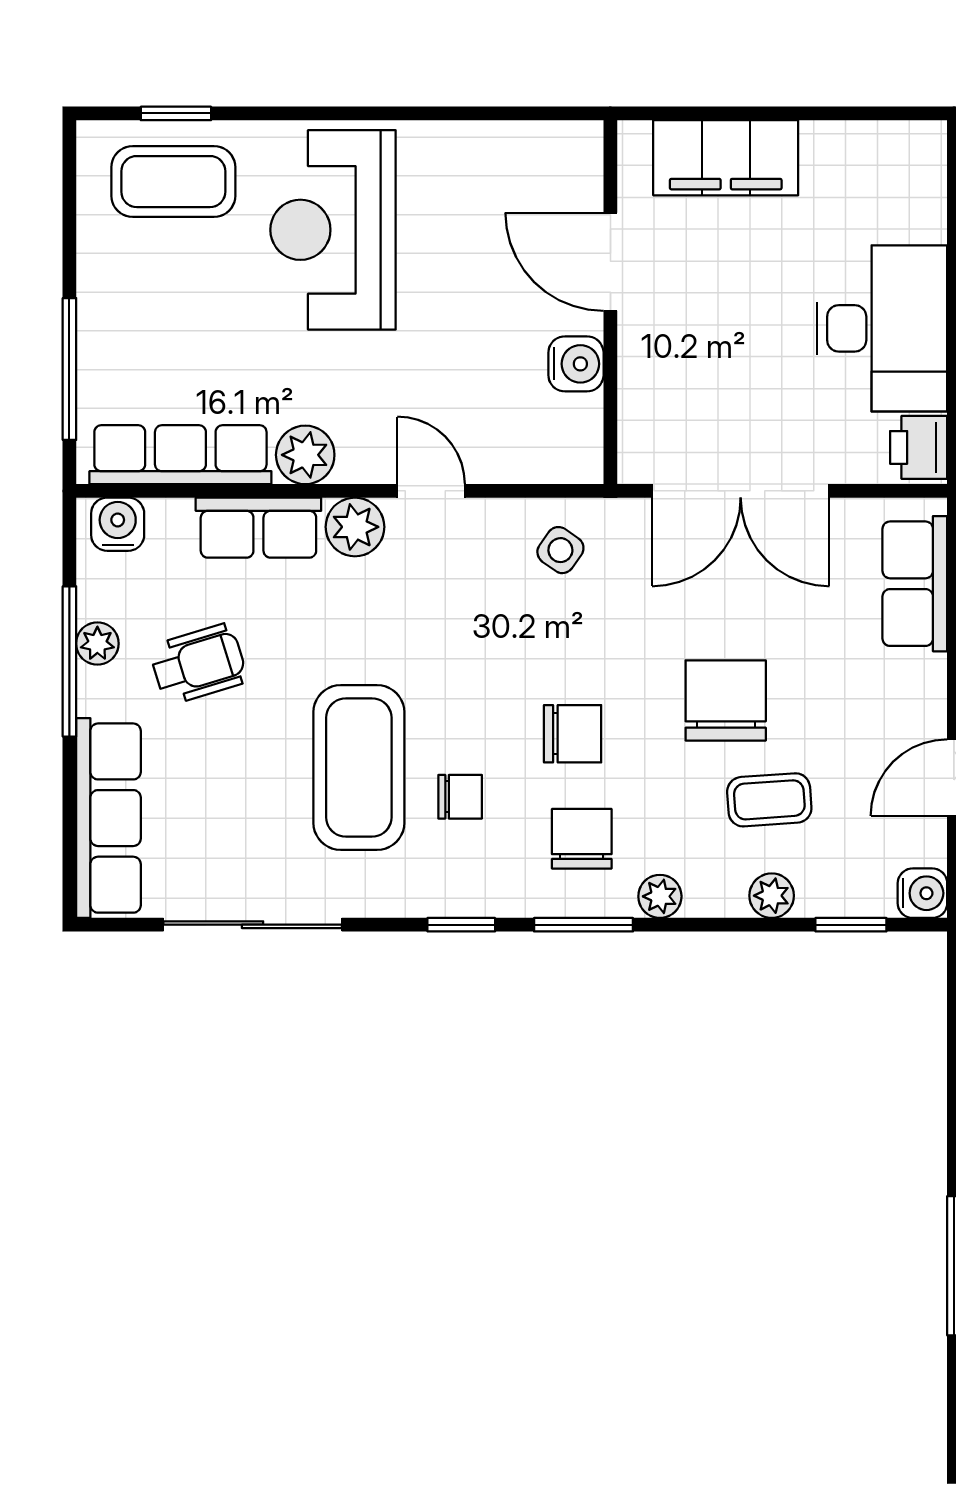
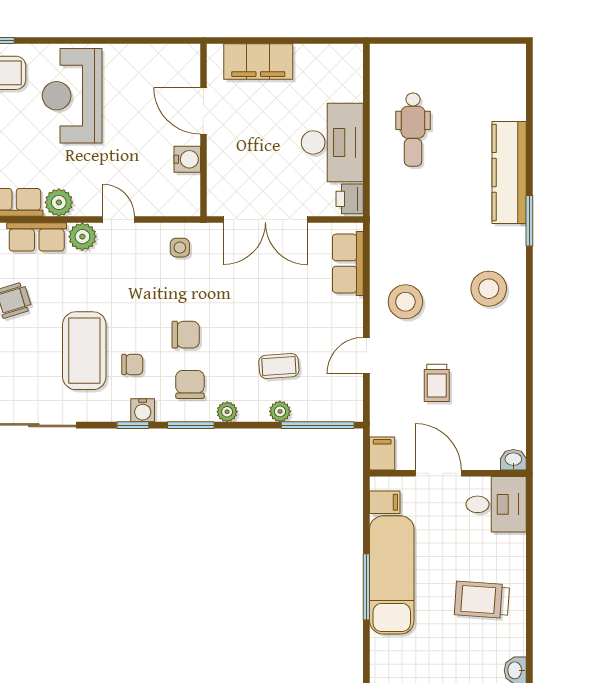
side table: (560, 550) -> (180, 248), turned -35
chair: (726, 700) -> (258, 319), removed
water cooler: (922, 893) -> (143, 410), moved, turned 90
window: (851, 925) -> (318, 425), width x2.17

